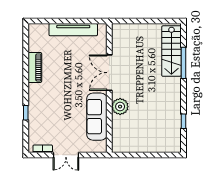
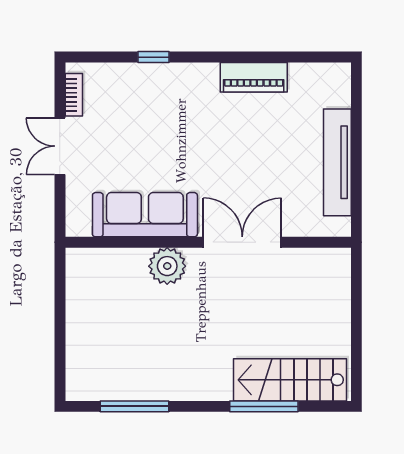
window: (183, 121) -> (134, 406), width x2.17

